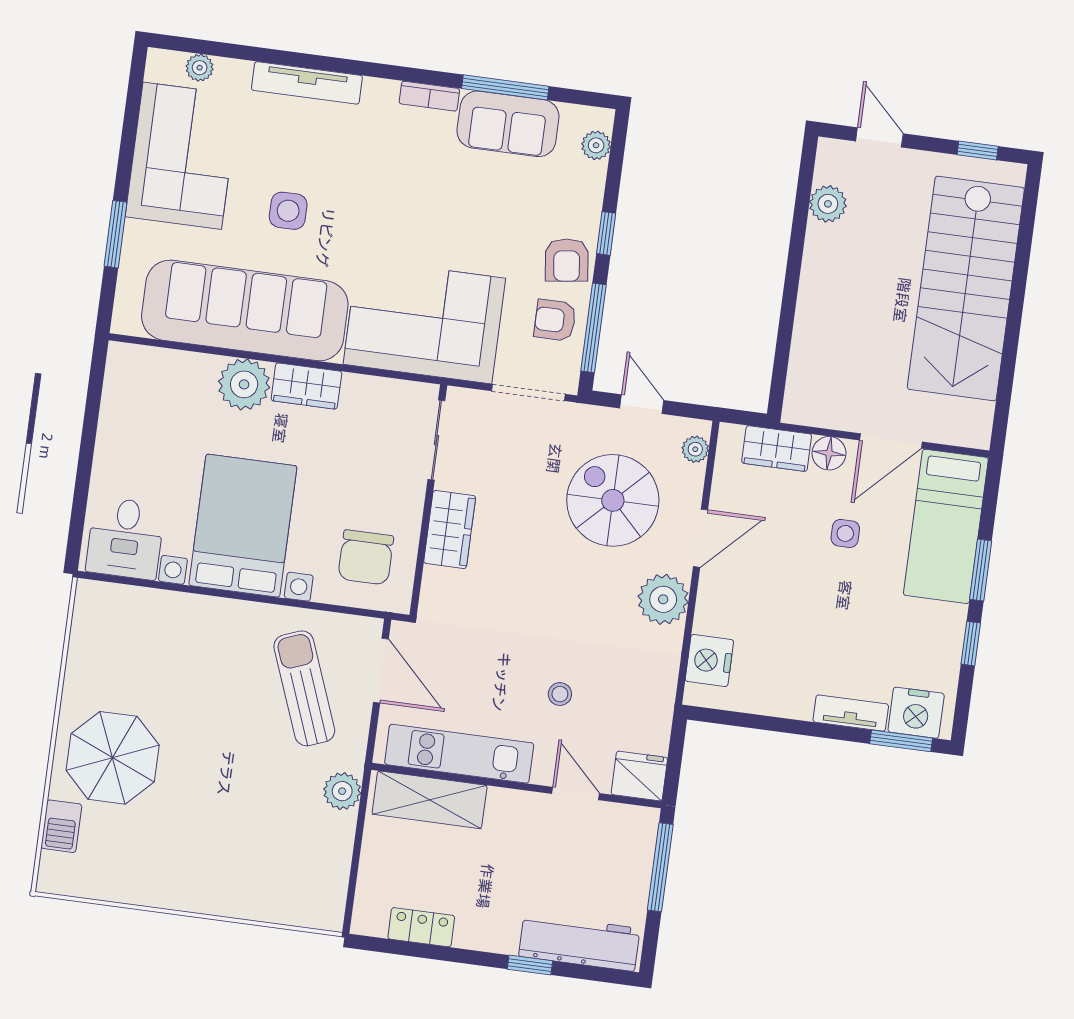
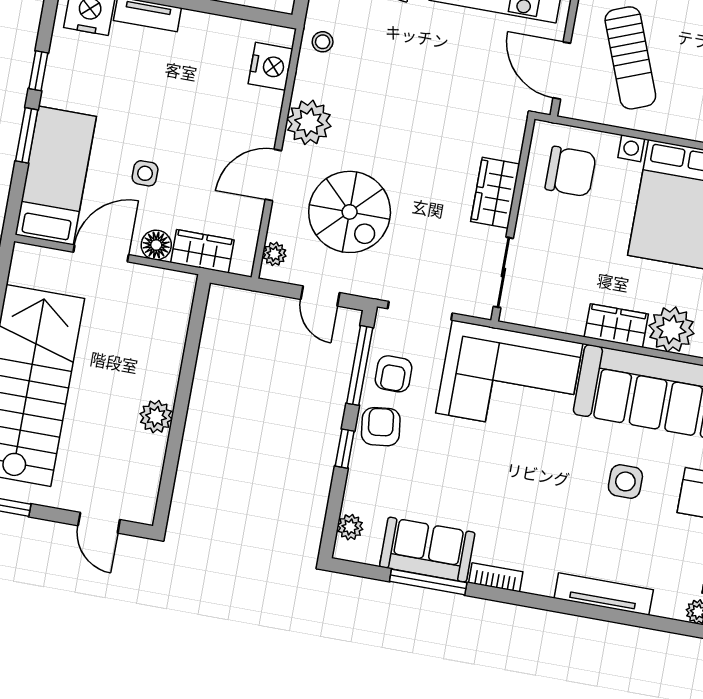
plant: (828, 204) -> (156, 417), moved
armchair: (555, 320) -> (394, 374), turned 90
chair: (366, 557) -> (571, 171), turned 90
stool: (560, 694) -> (323, 42), moved

